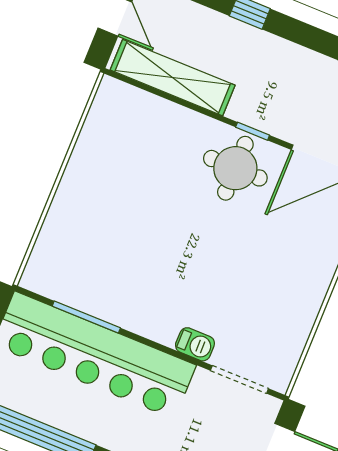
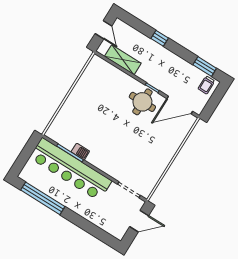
shelving: (173, 78) -> (123, 60), width x0.68
barbecue: (195, 344) -> (80, 152), moved

